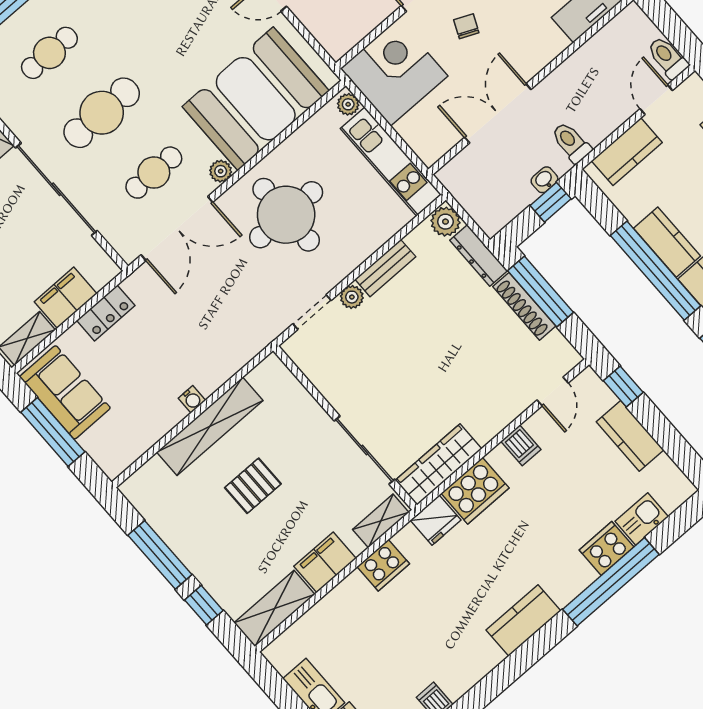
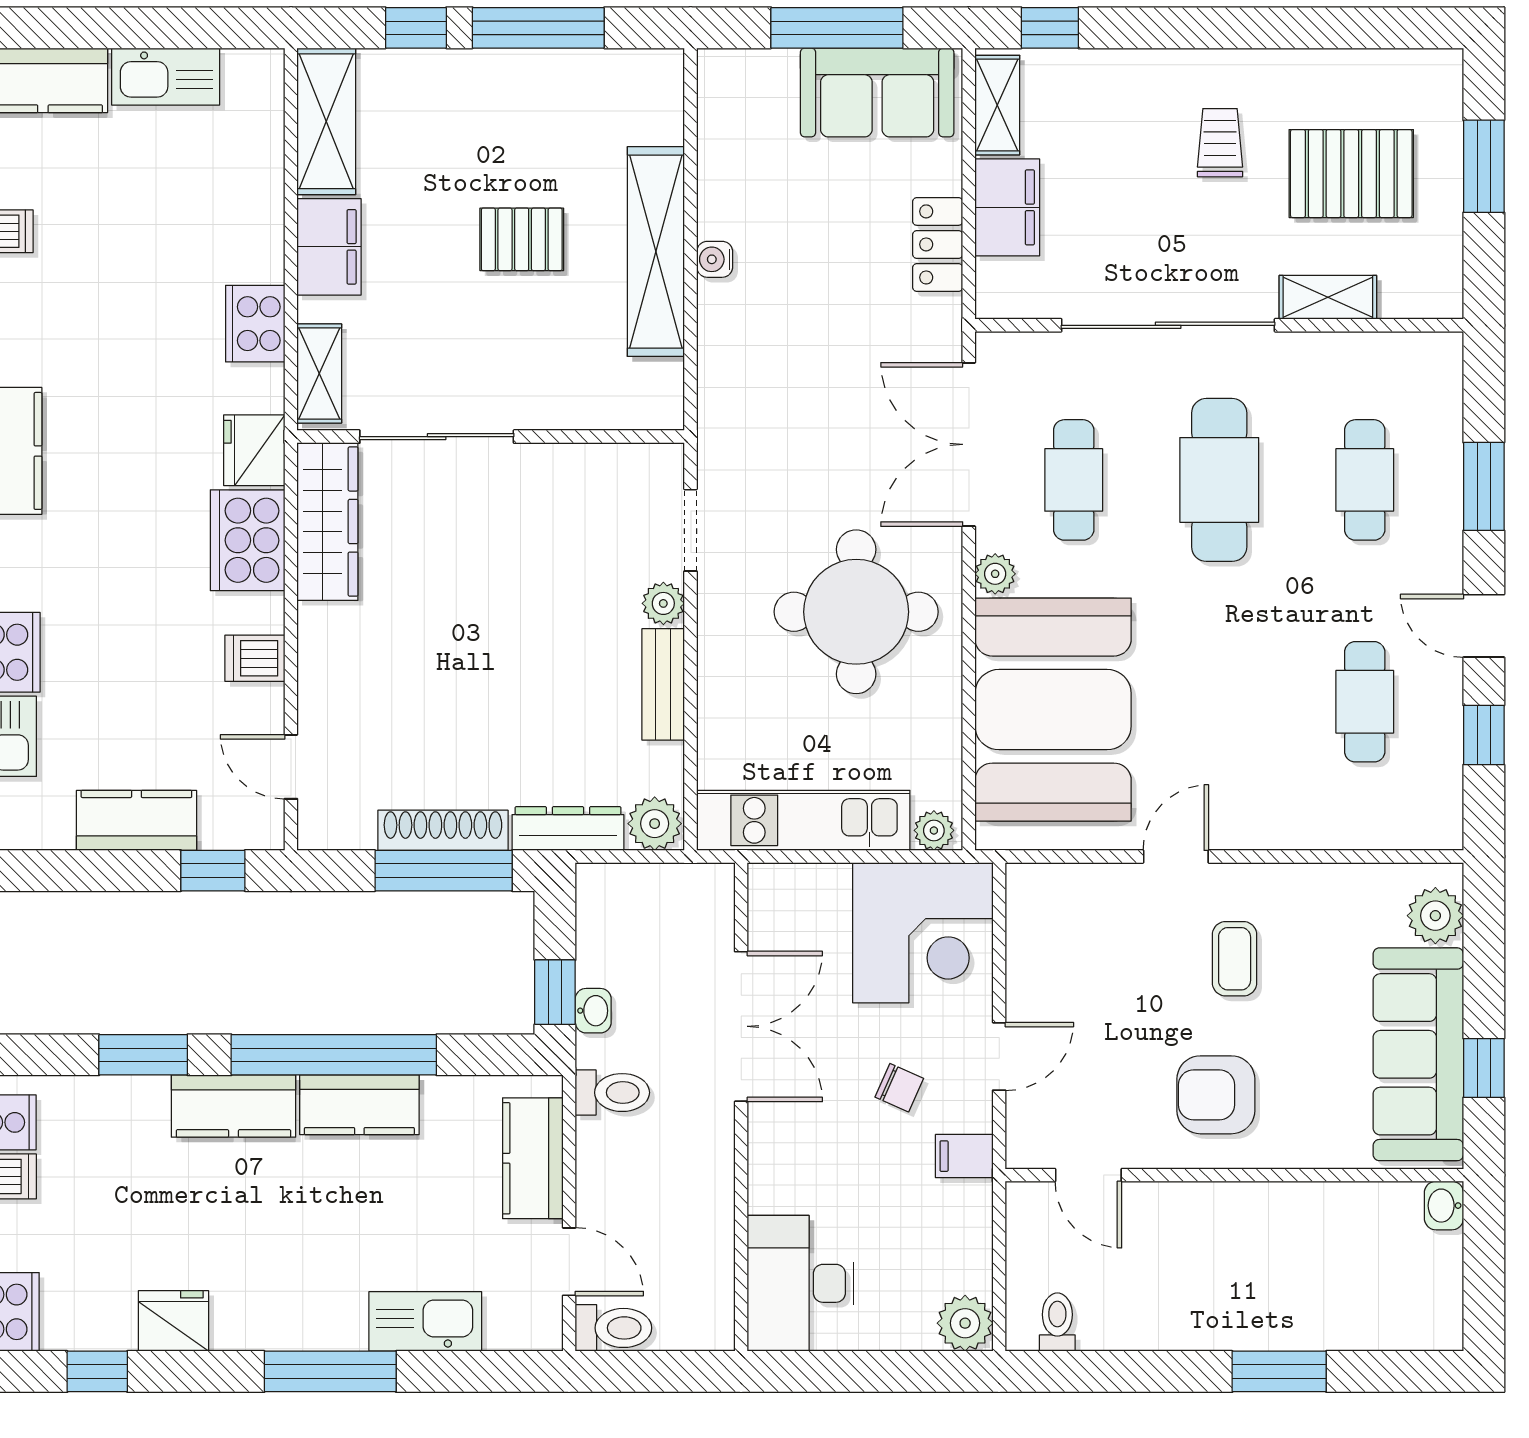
pallet: (253, 486) -> (522, 239), turned 90

